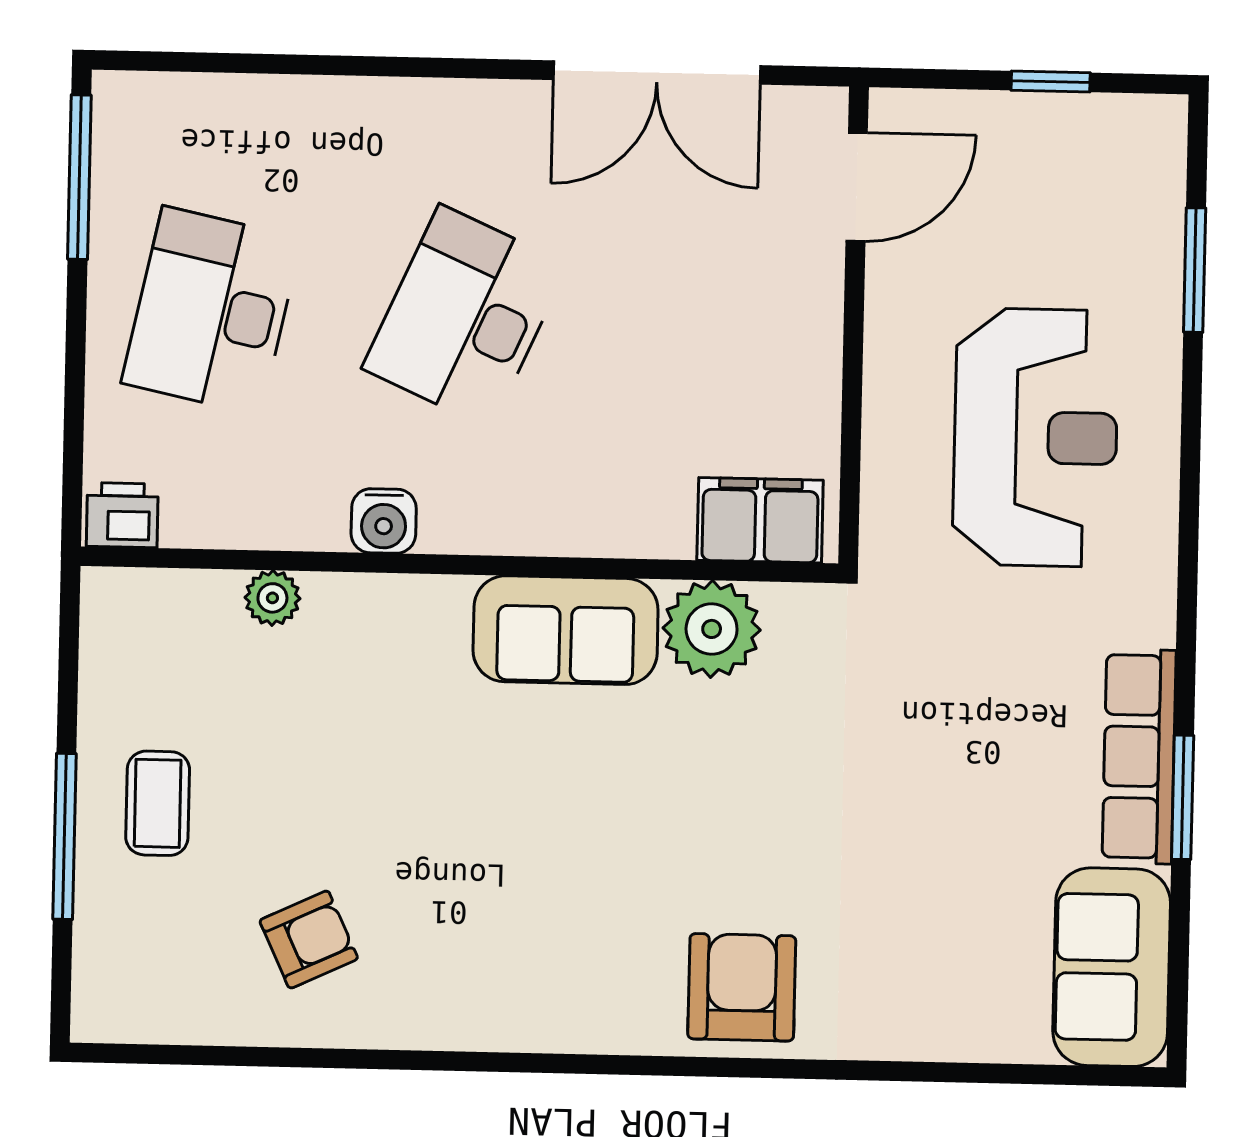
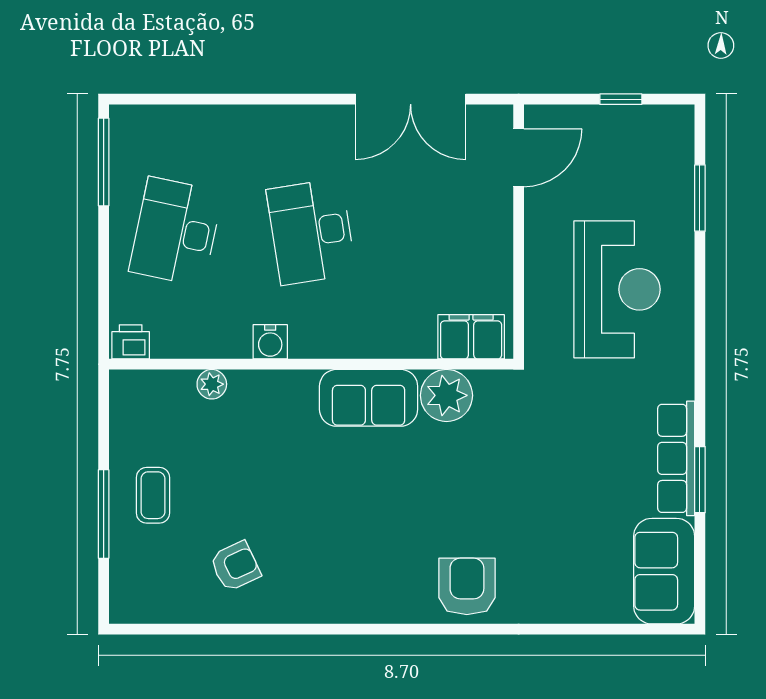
desk: (465, 317) -> (311, 232), turned -33

